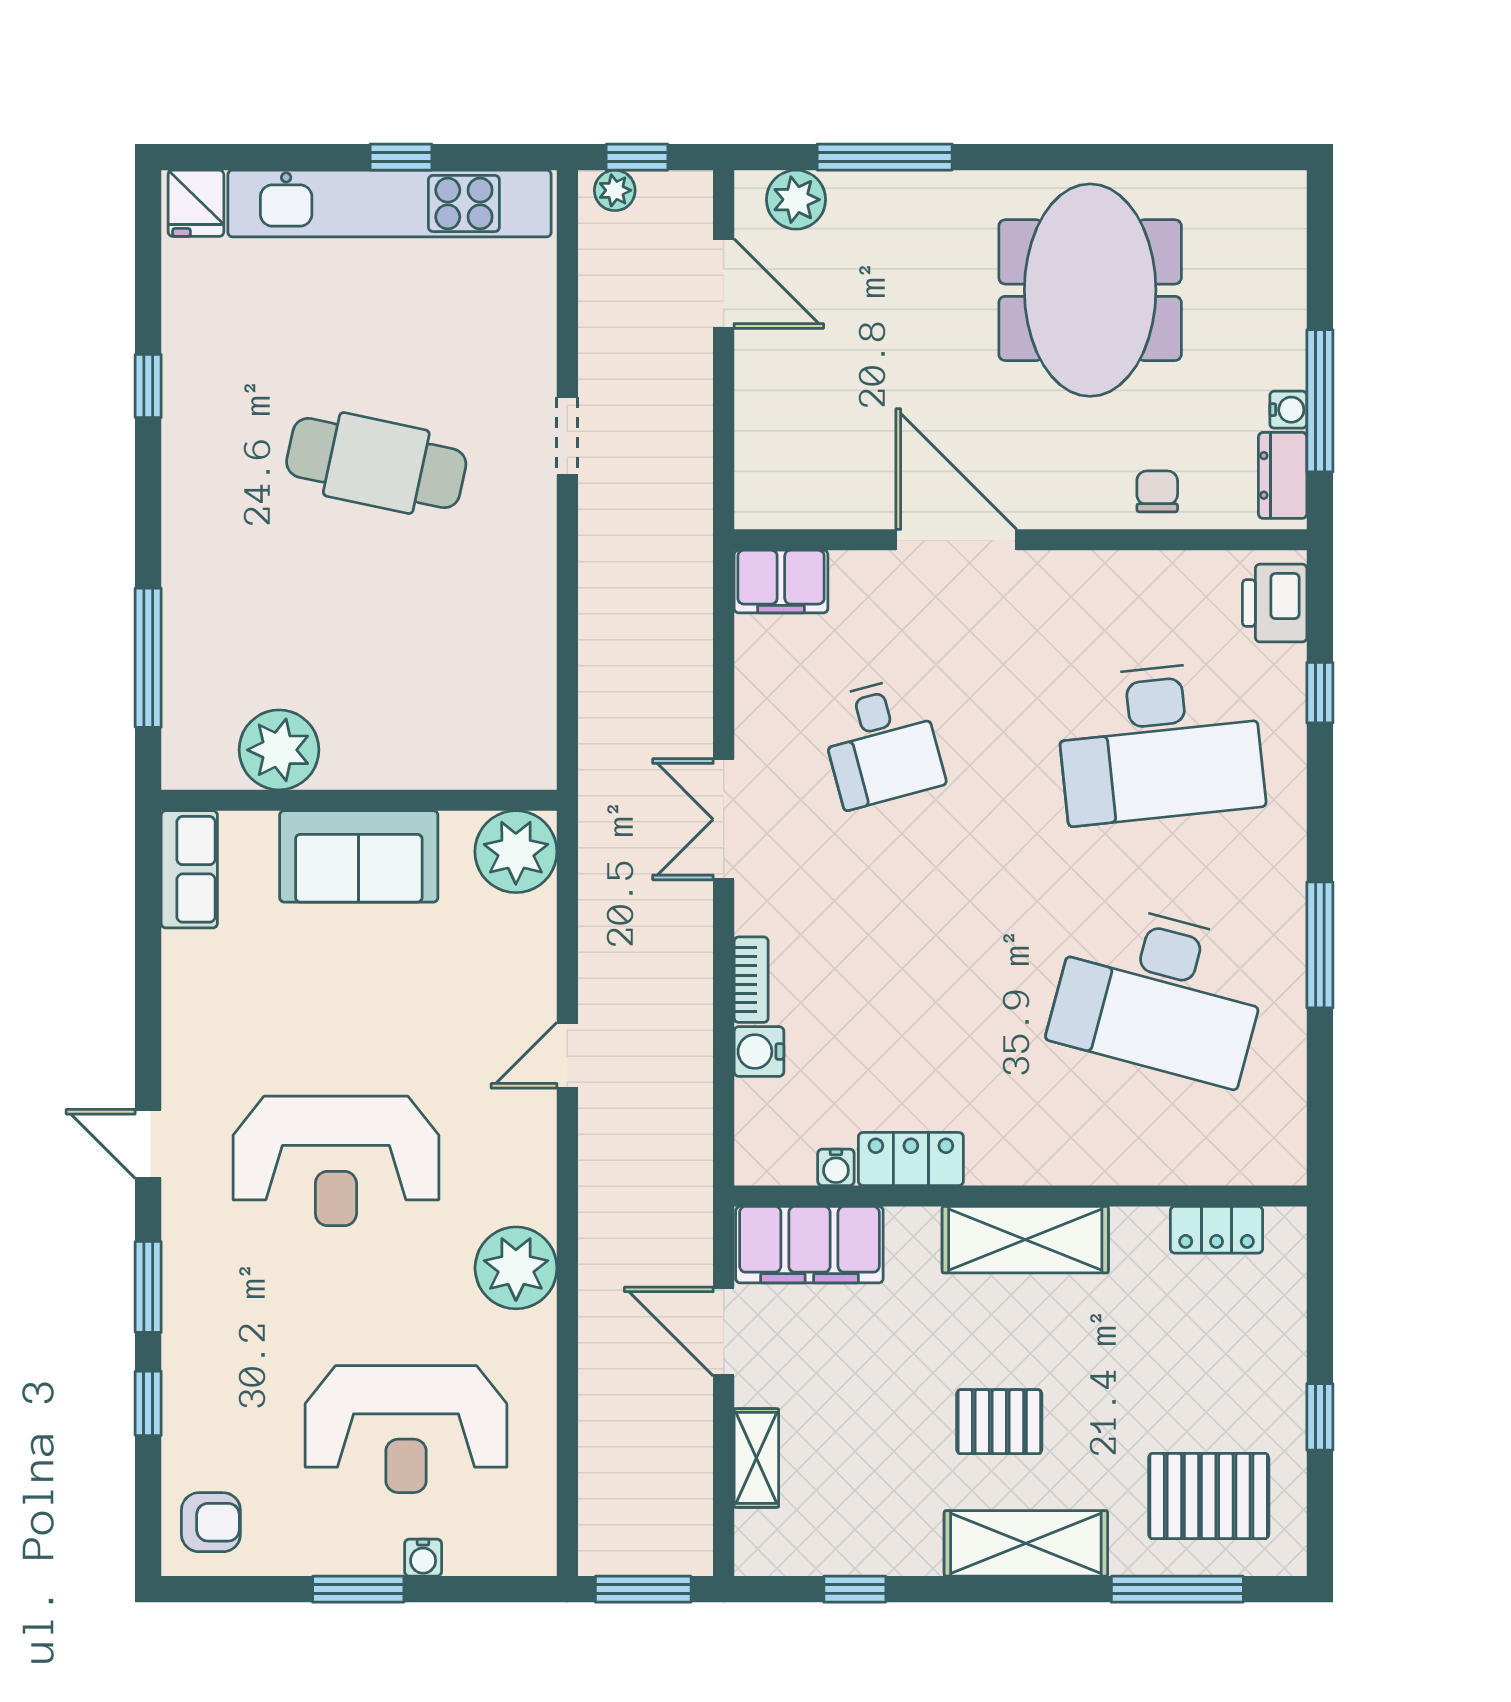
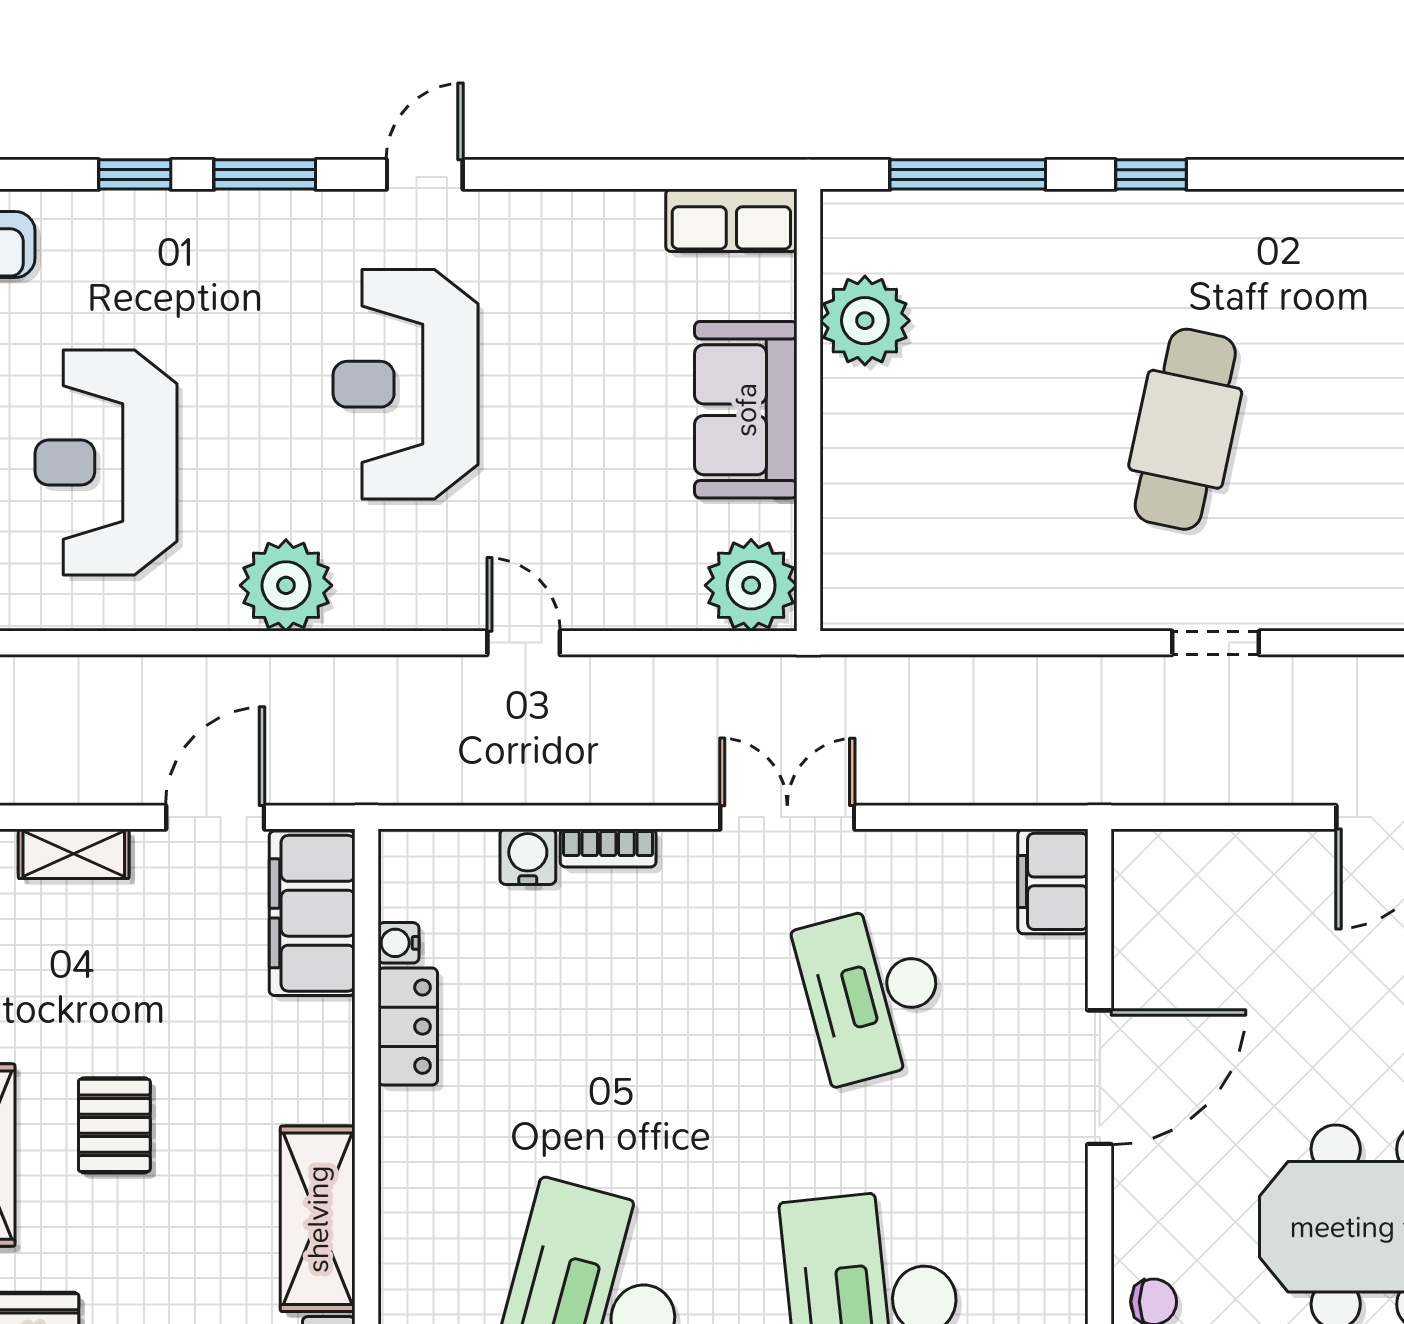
window: (148, 386) -> (1151, 174), moved
desk: (881, 743) -> (873, 993), width x1.37
shelving: (1025, 1240) -> (318, 1219), moved

